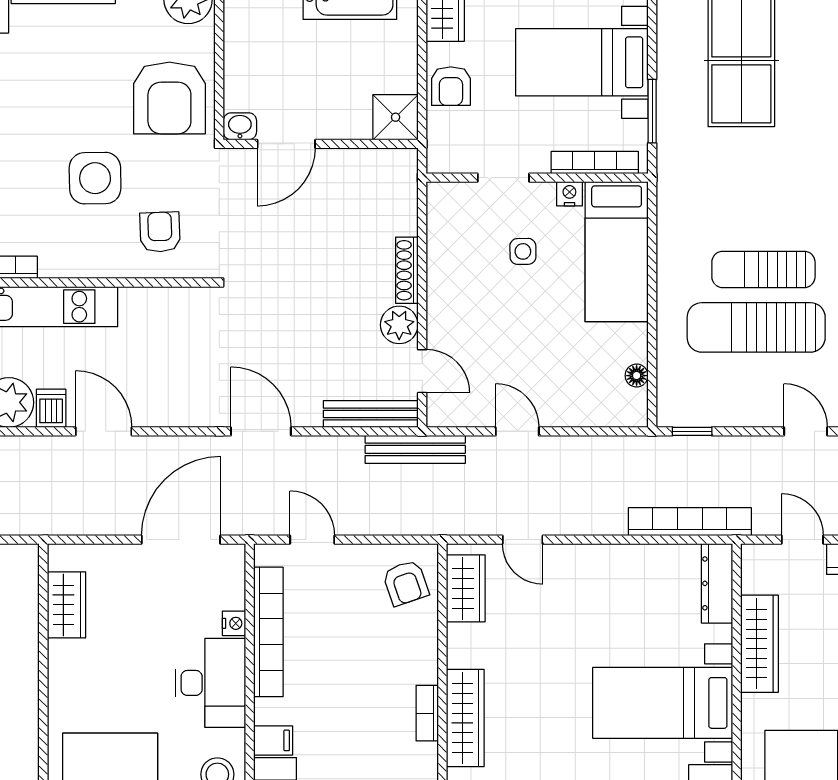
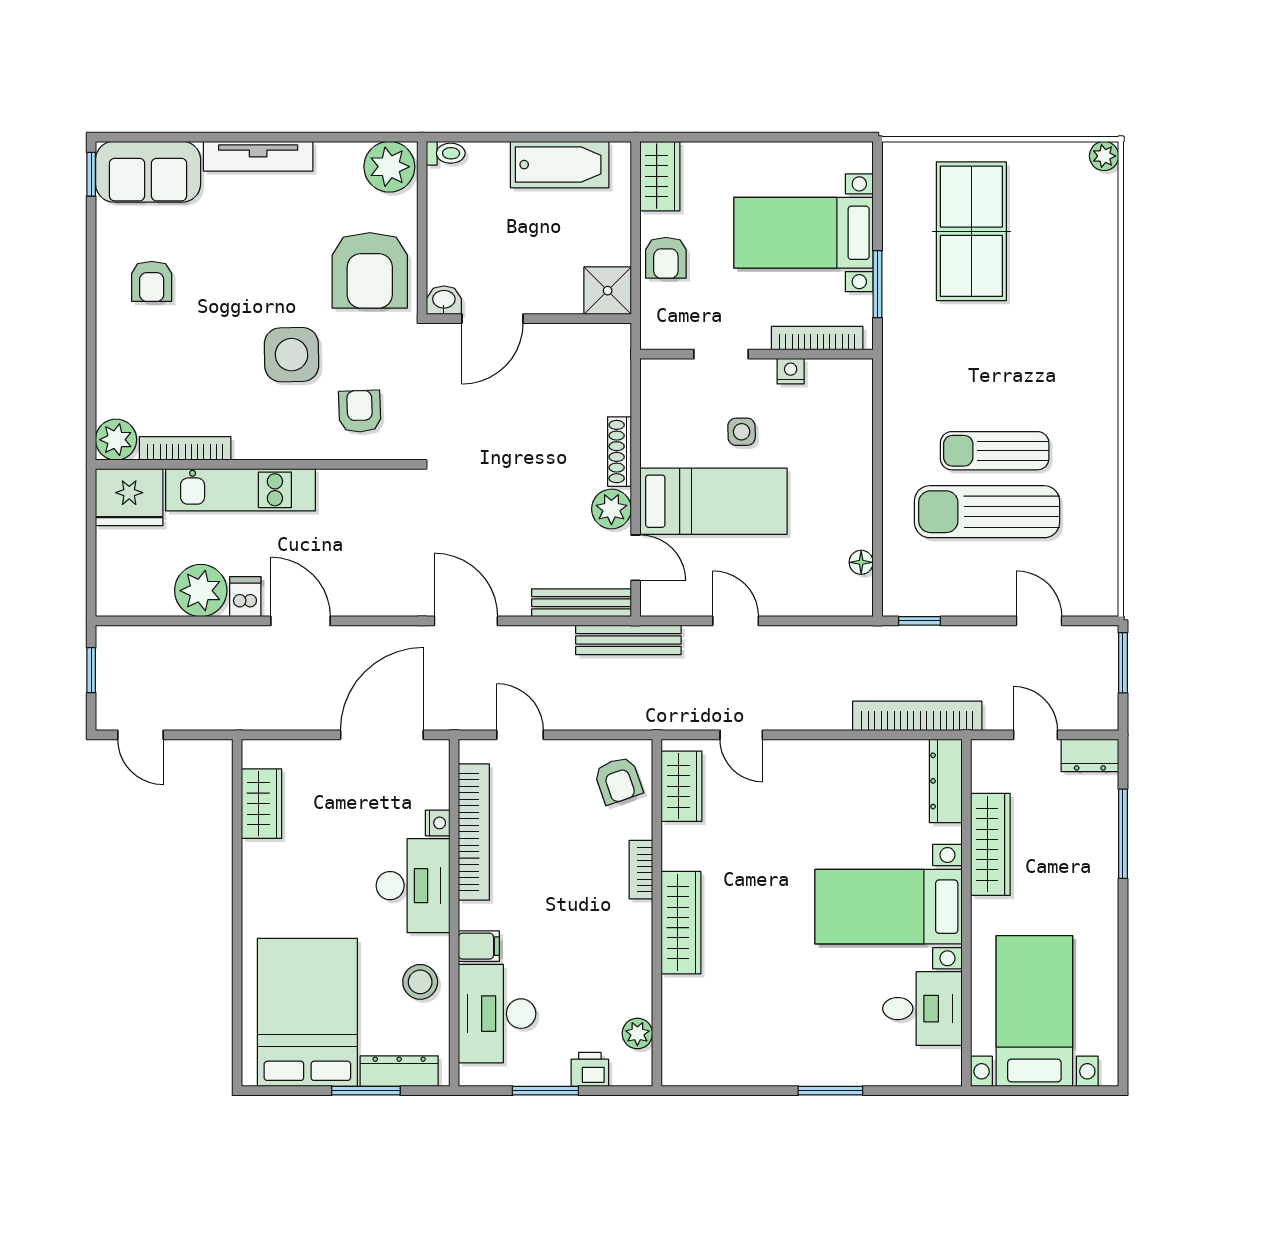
bed: (617, 252) -> (713, 501), moved, turned -90
bookcase: (427, 713) -> (641, 870), moved

